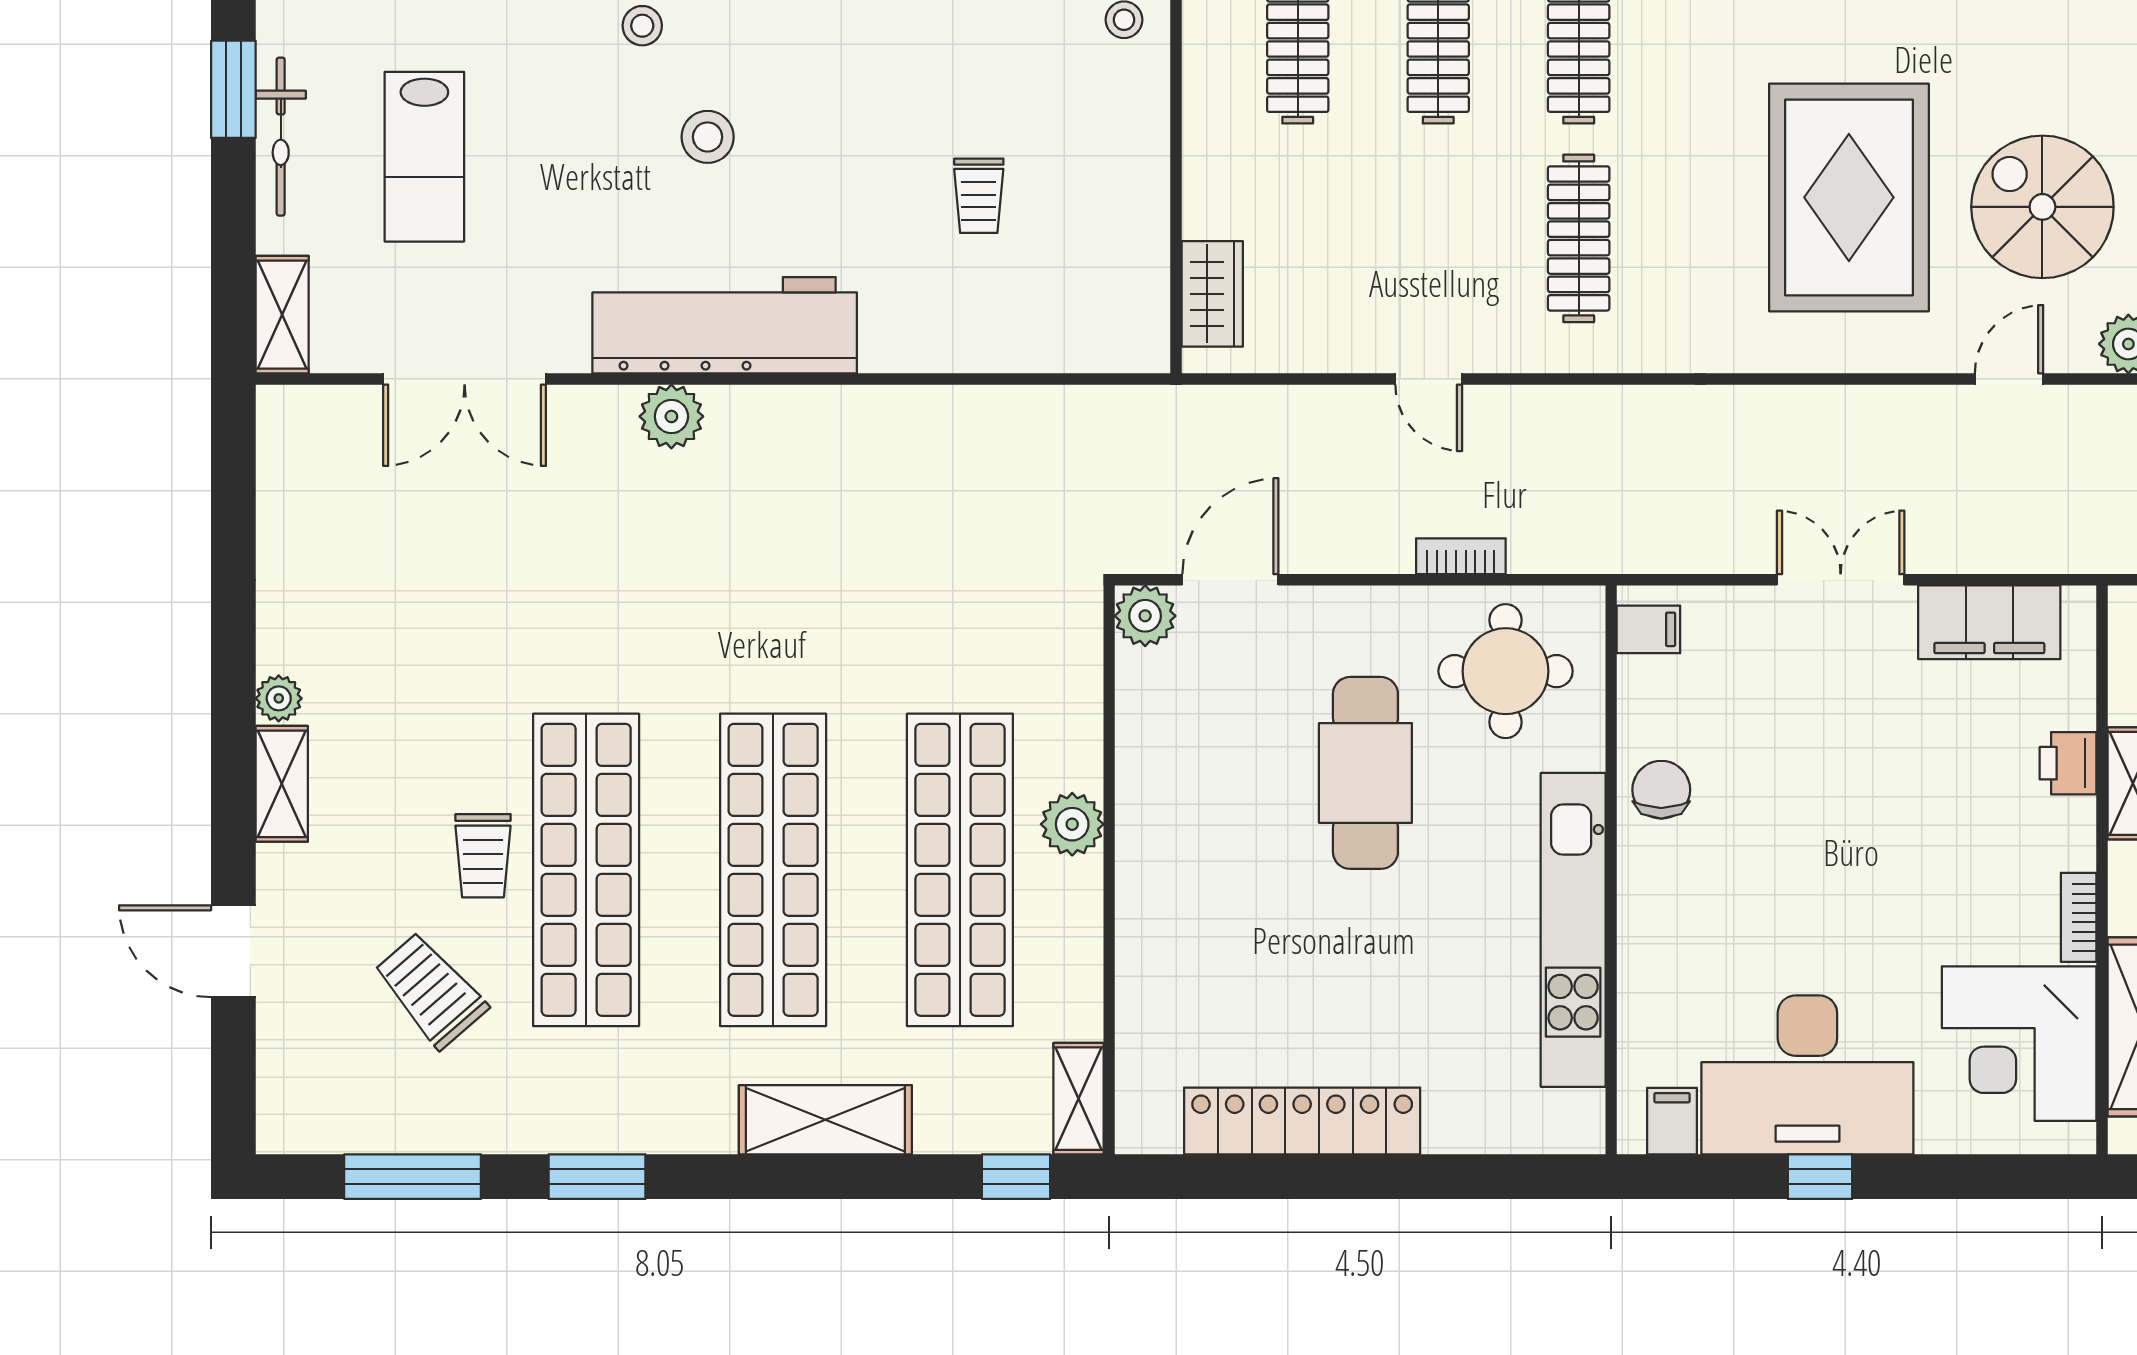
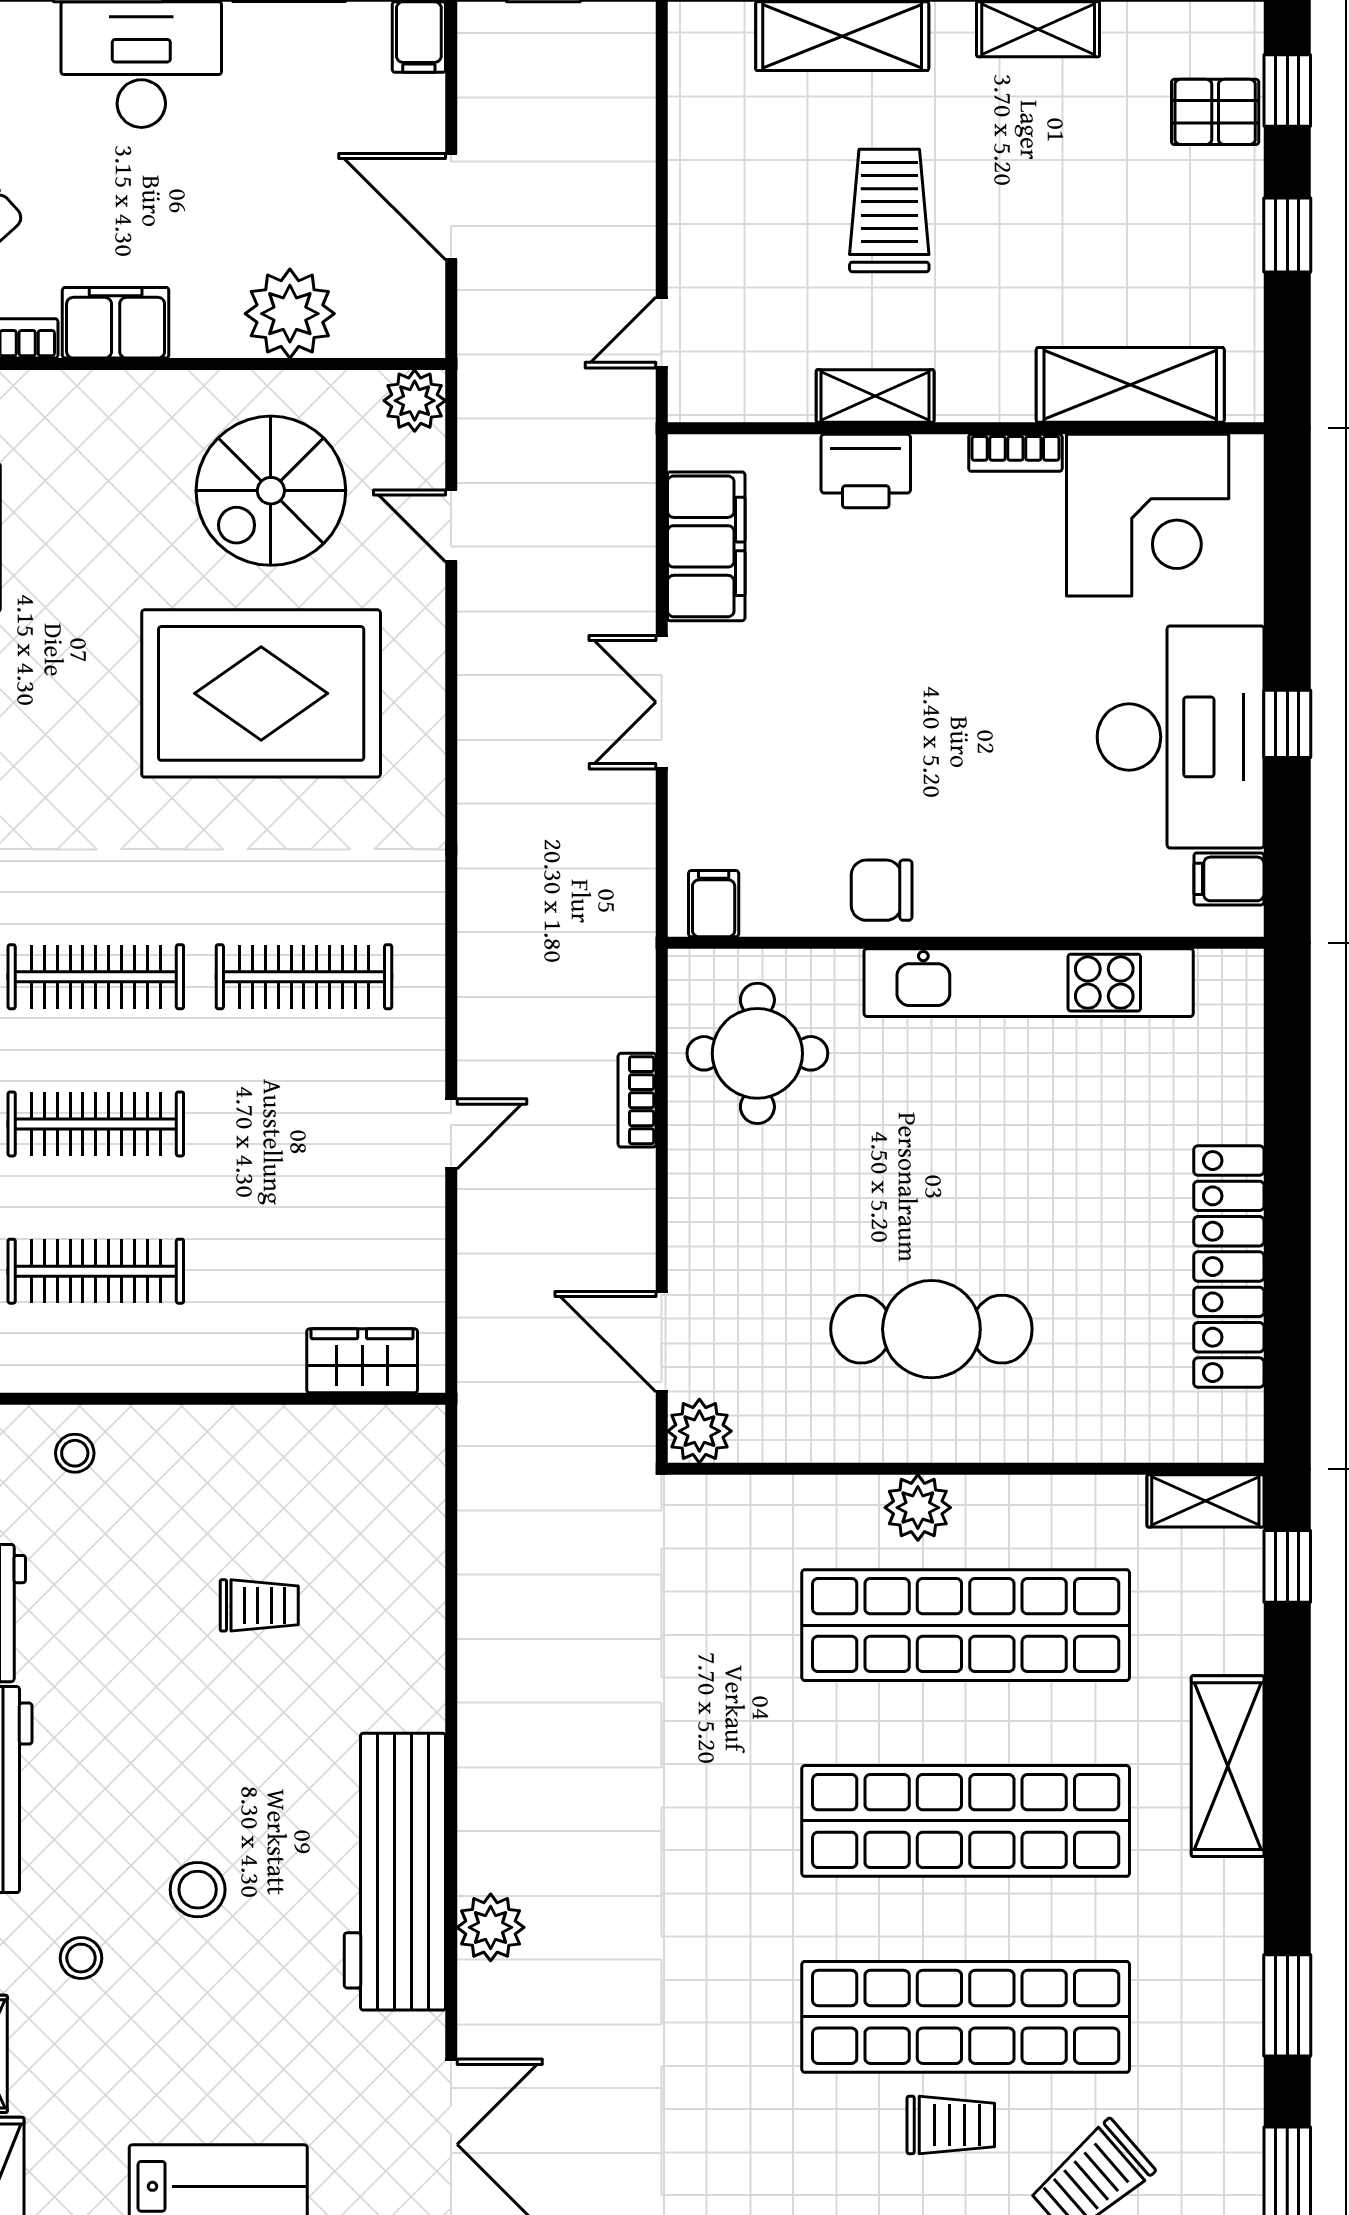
printer: (2068, 763) -> (866, 471), width x1.36, depth x1.24
cafe table: (1365, 773) -> (931, 1329), moved

